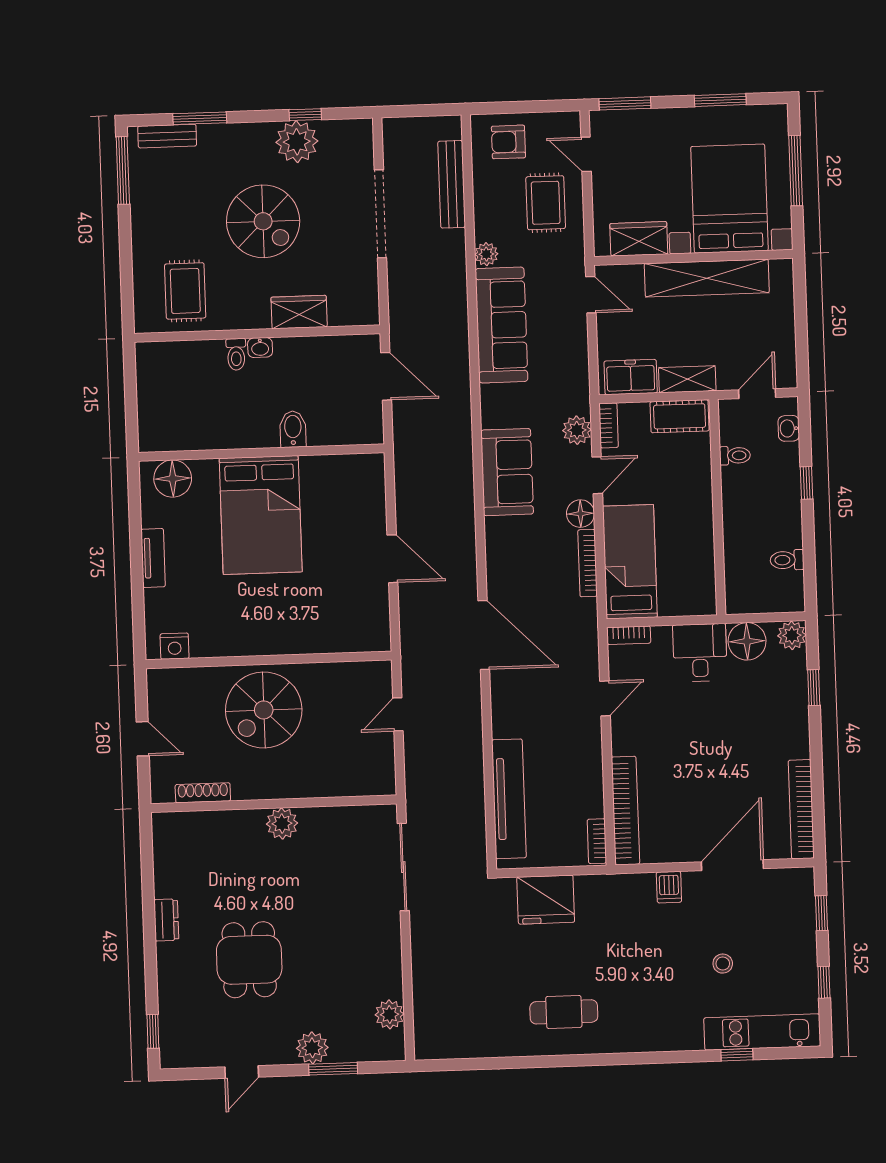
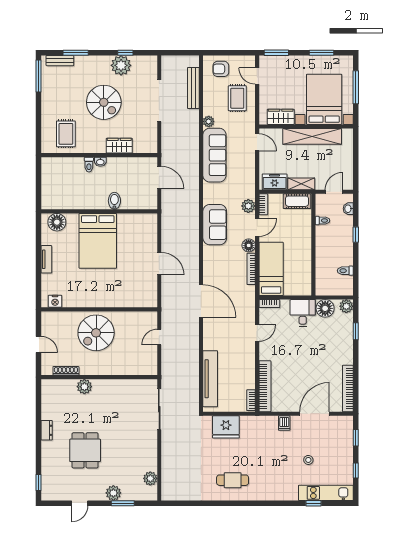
plant: (282, 824) -> (84, 387), moved

